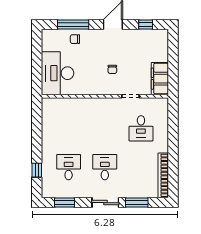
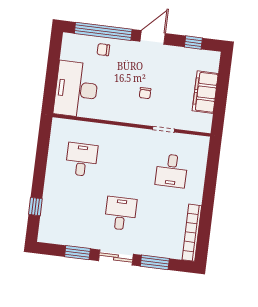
window: (73, 25) -> (103, 31), width x1.46
filing cabinet: (160, 79) -> (205, 92), moved
desk: (69, 167) -> (82, 160), moved
window: (64, 203) -> (77, 253), moved

